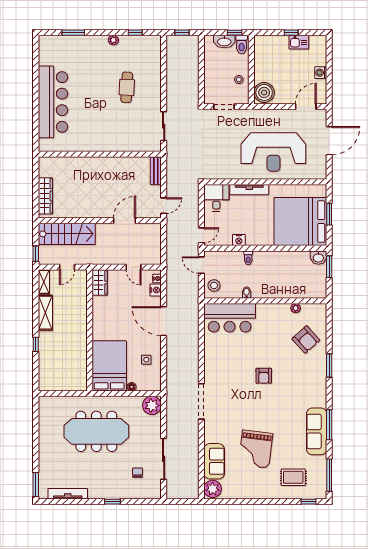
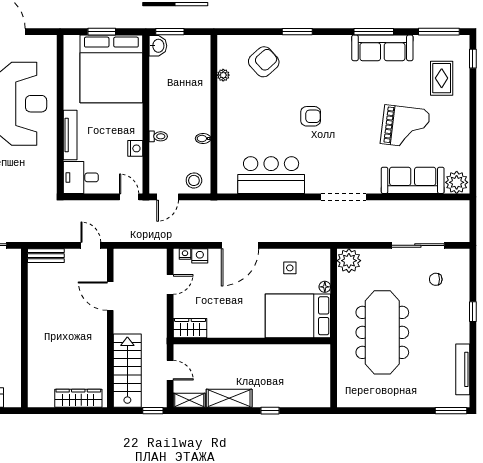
bar counter: (230, 318) -> (271, 175), moved, turned -90
sofa: (214, 461) -> (413, 180), width x1.36

